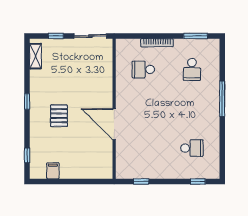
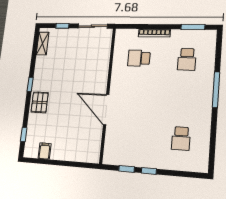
pallet: (59, 116) -> (40, 102), moved
school desk: (192, 148) -> (181, 138), turned 90
window: (198, 181) -> (149, 171), moved

